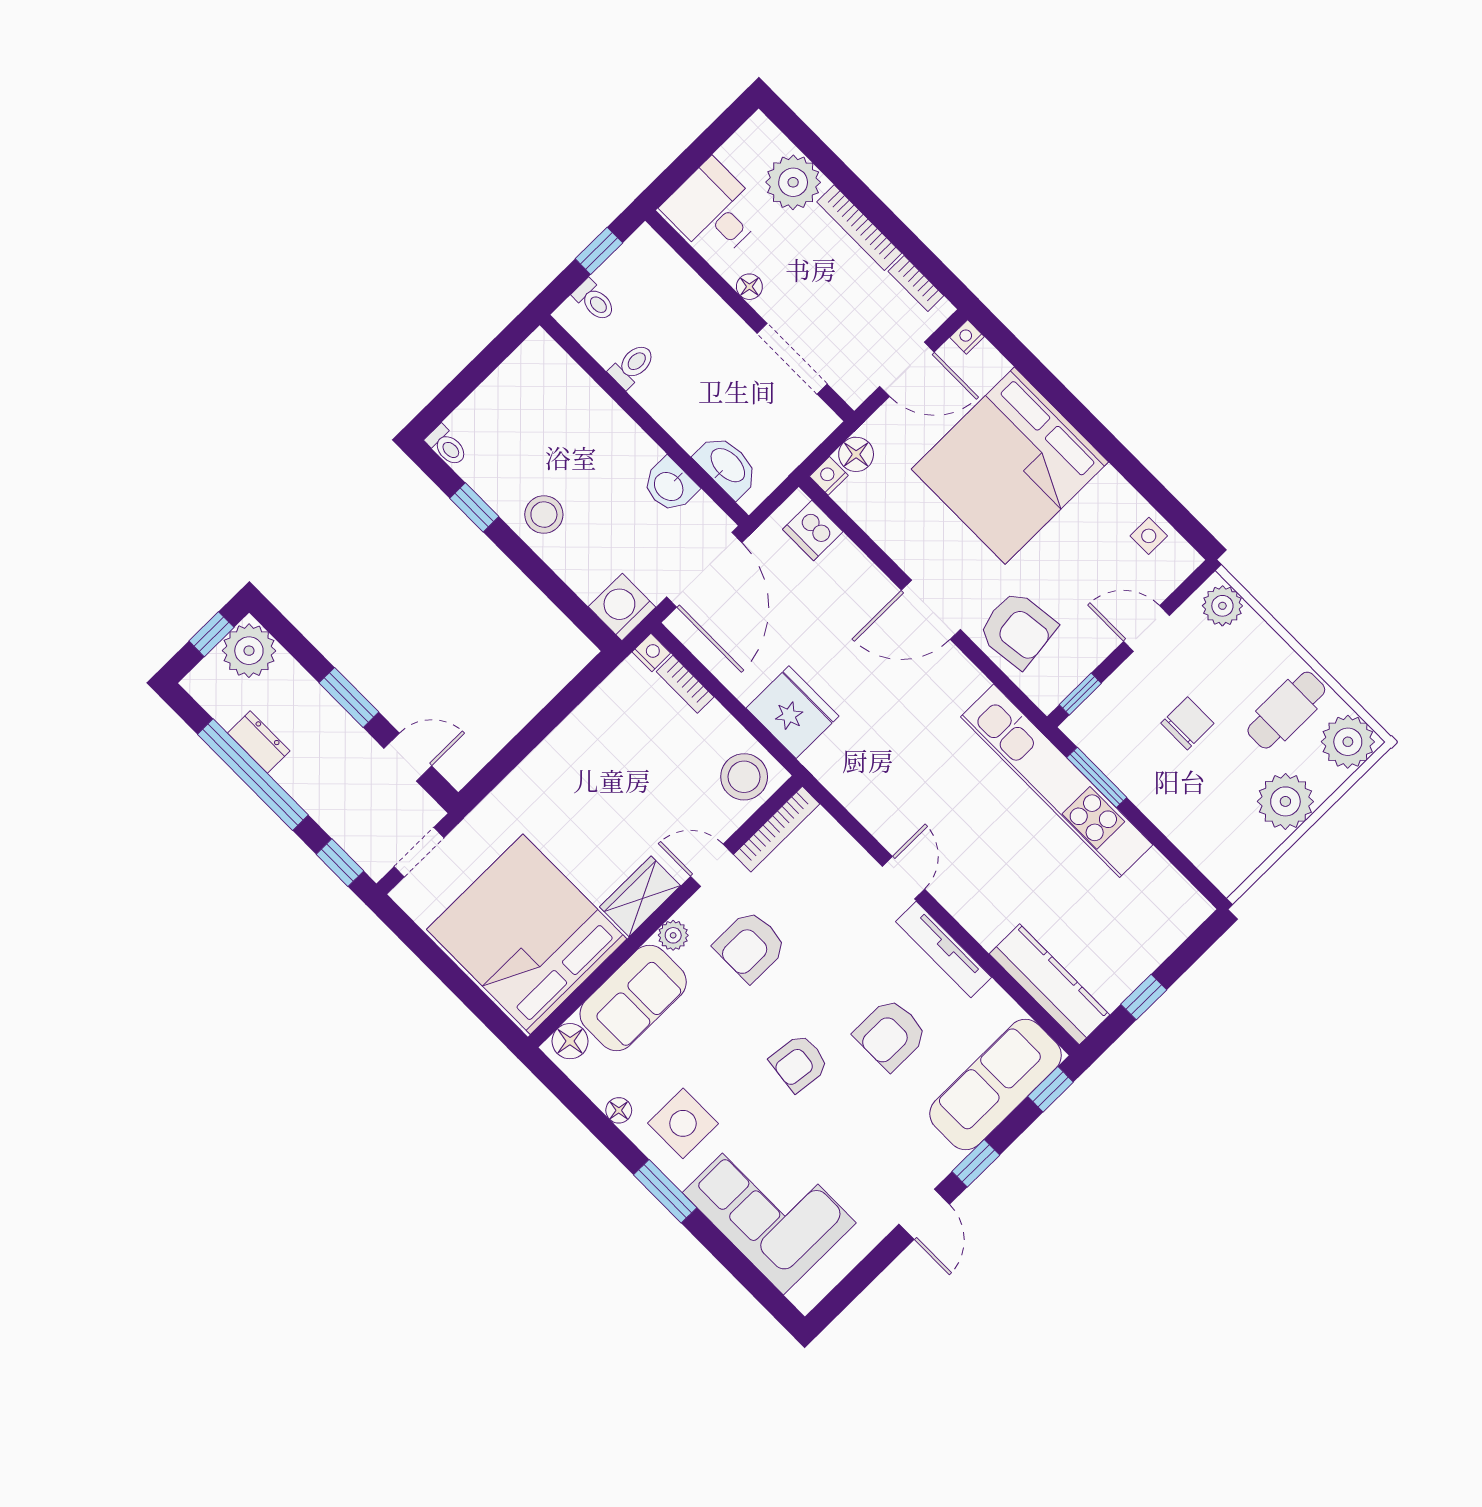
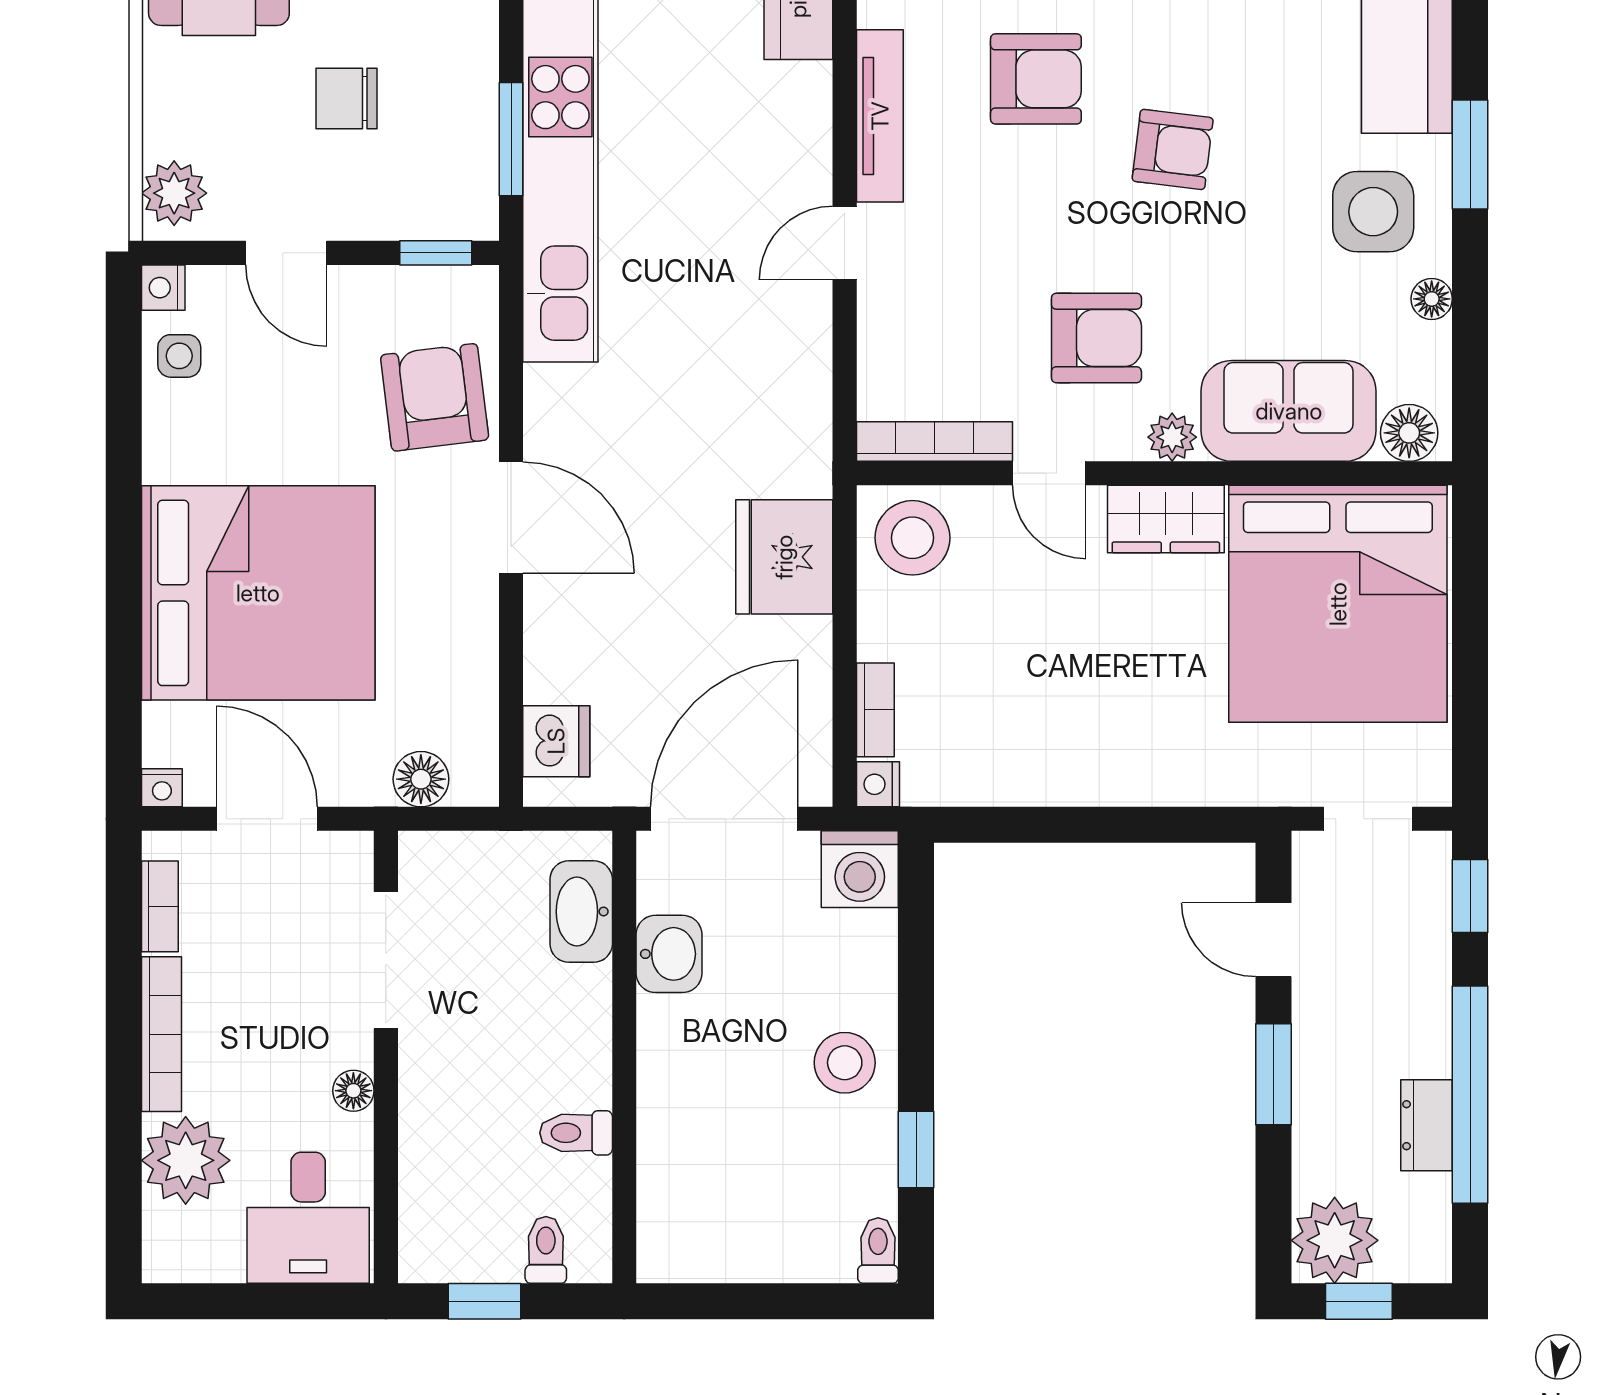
nightstand: (829, 476) -> (163, 288), moved, turned 90

